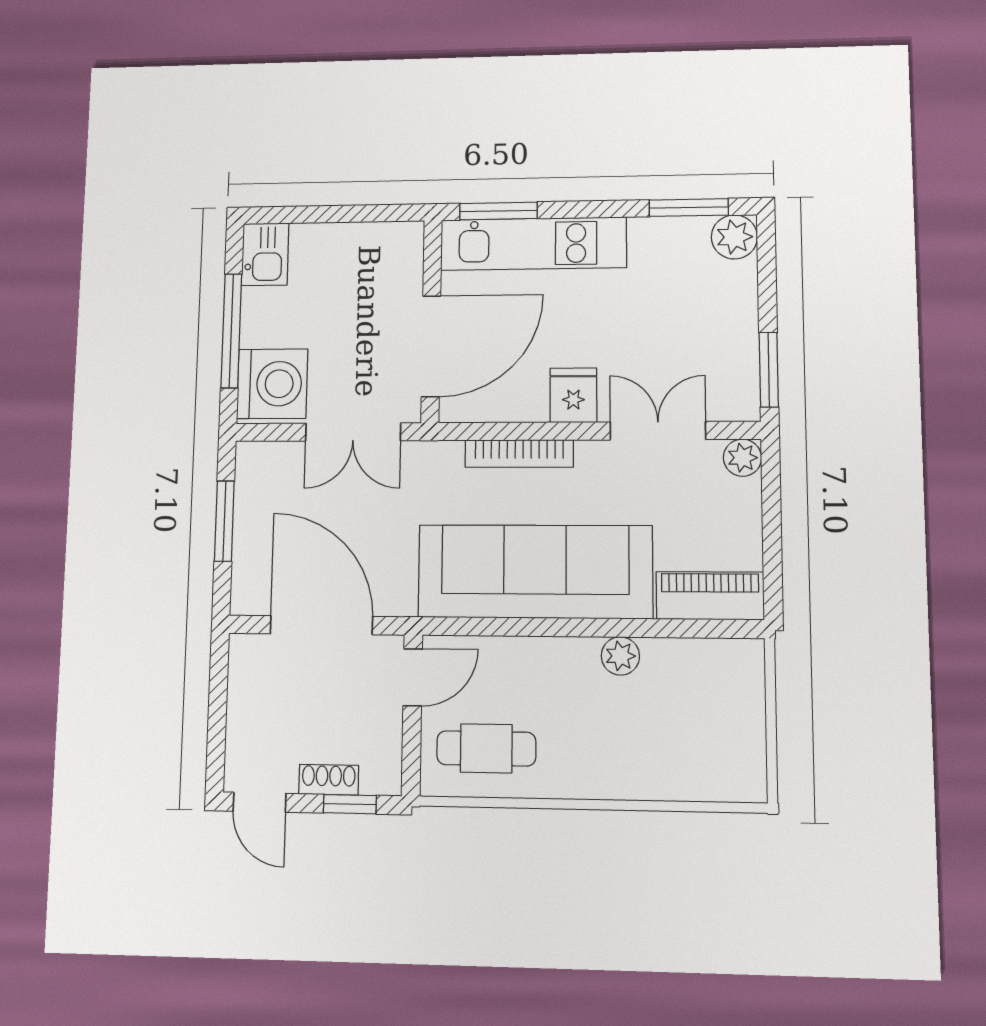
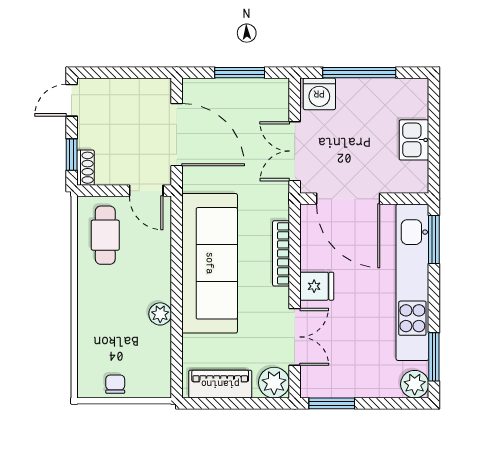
kitchen unit: (533, 244) -> (412, 282), width x1.36
kitchen sink: (265, 254) -> (414, 140), moved, turned 90
washing machine: (272, 384) -> (319, 94), width x0.73, depth x0.73
plant: (742, 458) -> (274, 383), width x1.38, depth x1.38
piano: (710, 596) -> (220, 384), moved, turned -90
door: (321, 625) -> (177, 135), hinge flipped
chair: (742, 735) -> (115, 384), added
shoe rack: (329, 780) -> (85, 168), moved

